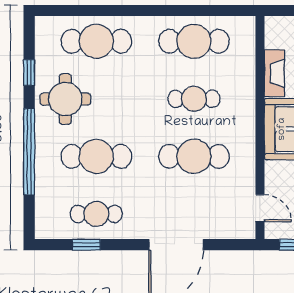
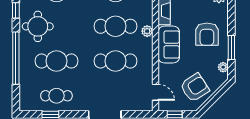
cafe table: (194, 99) -> (115, 26), width x1.37, depth x1.35
plant: (246, 107) -> (147, 31), added

